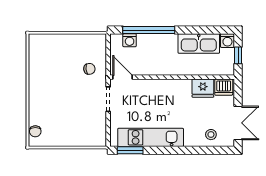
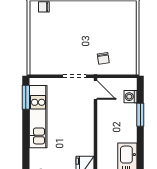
window: (149, 30) -> (140, 115), width x0.47
door: (123, 77) -> (96, 90), hinge flipped

